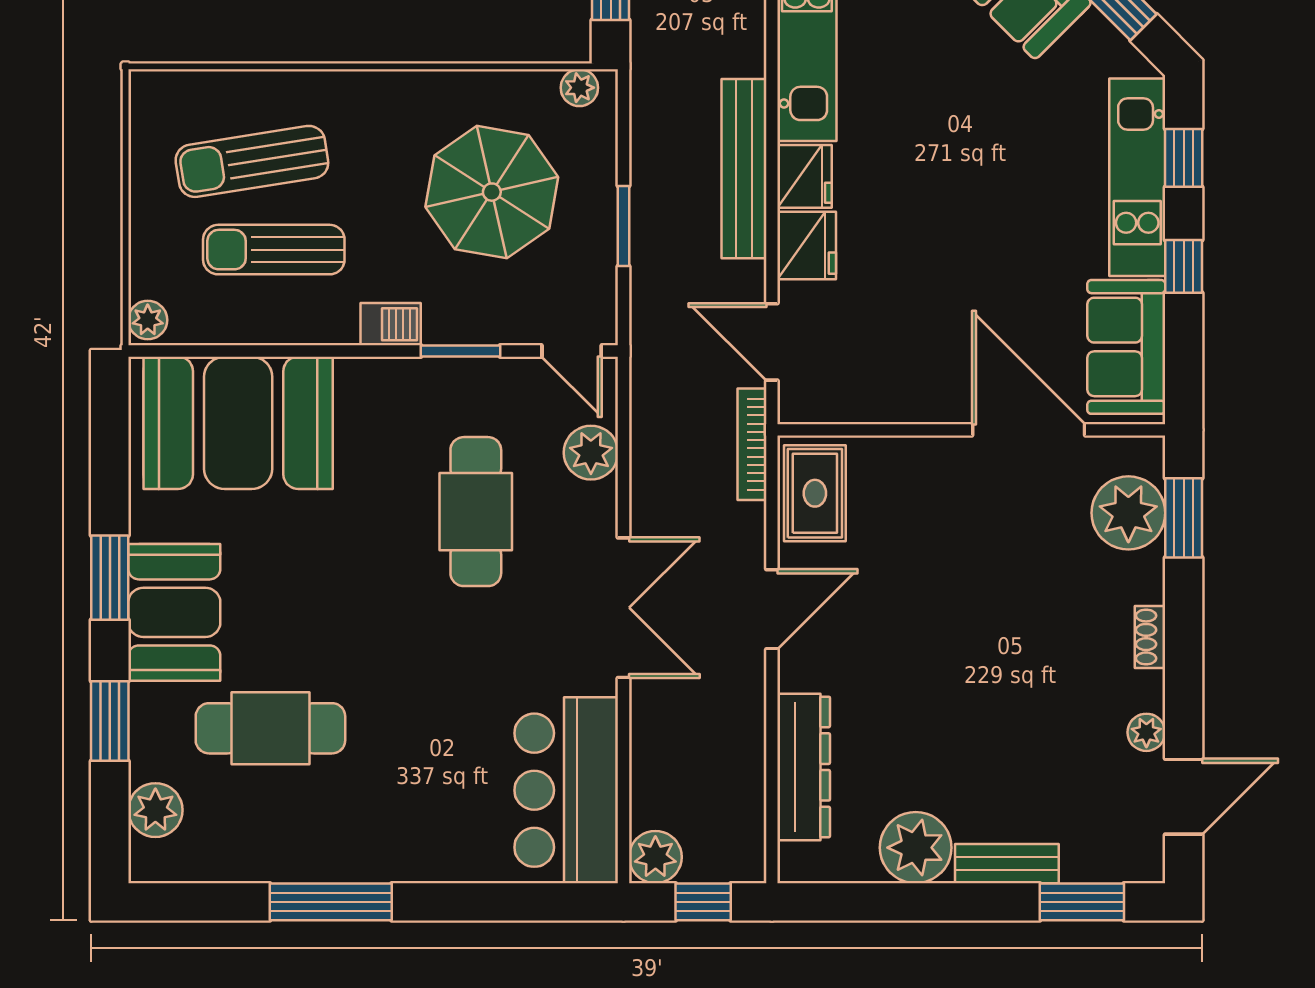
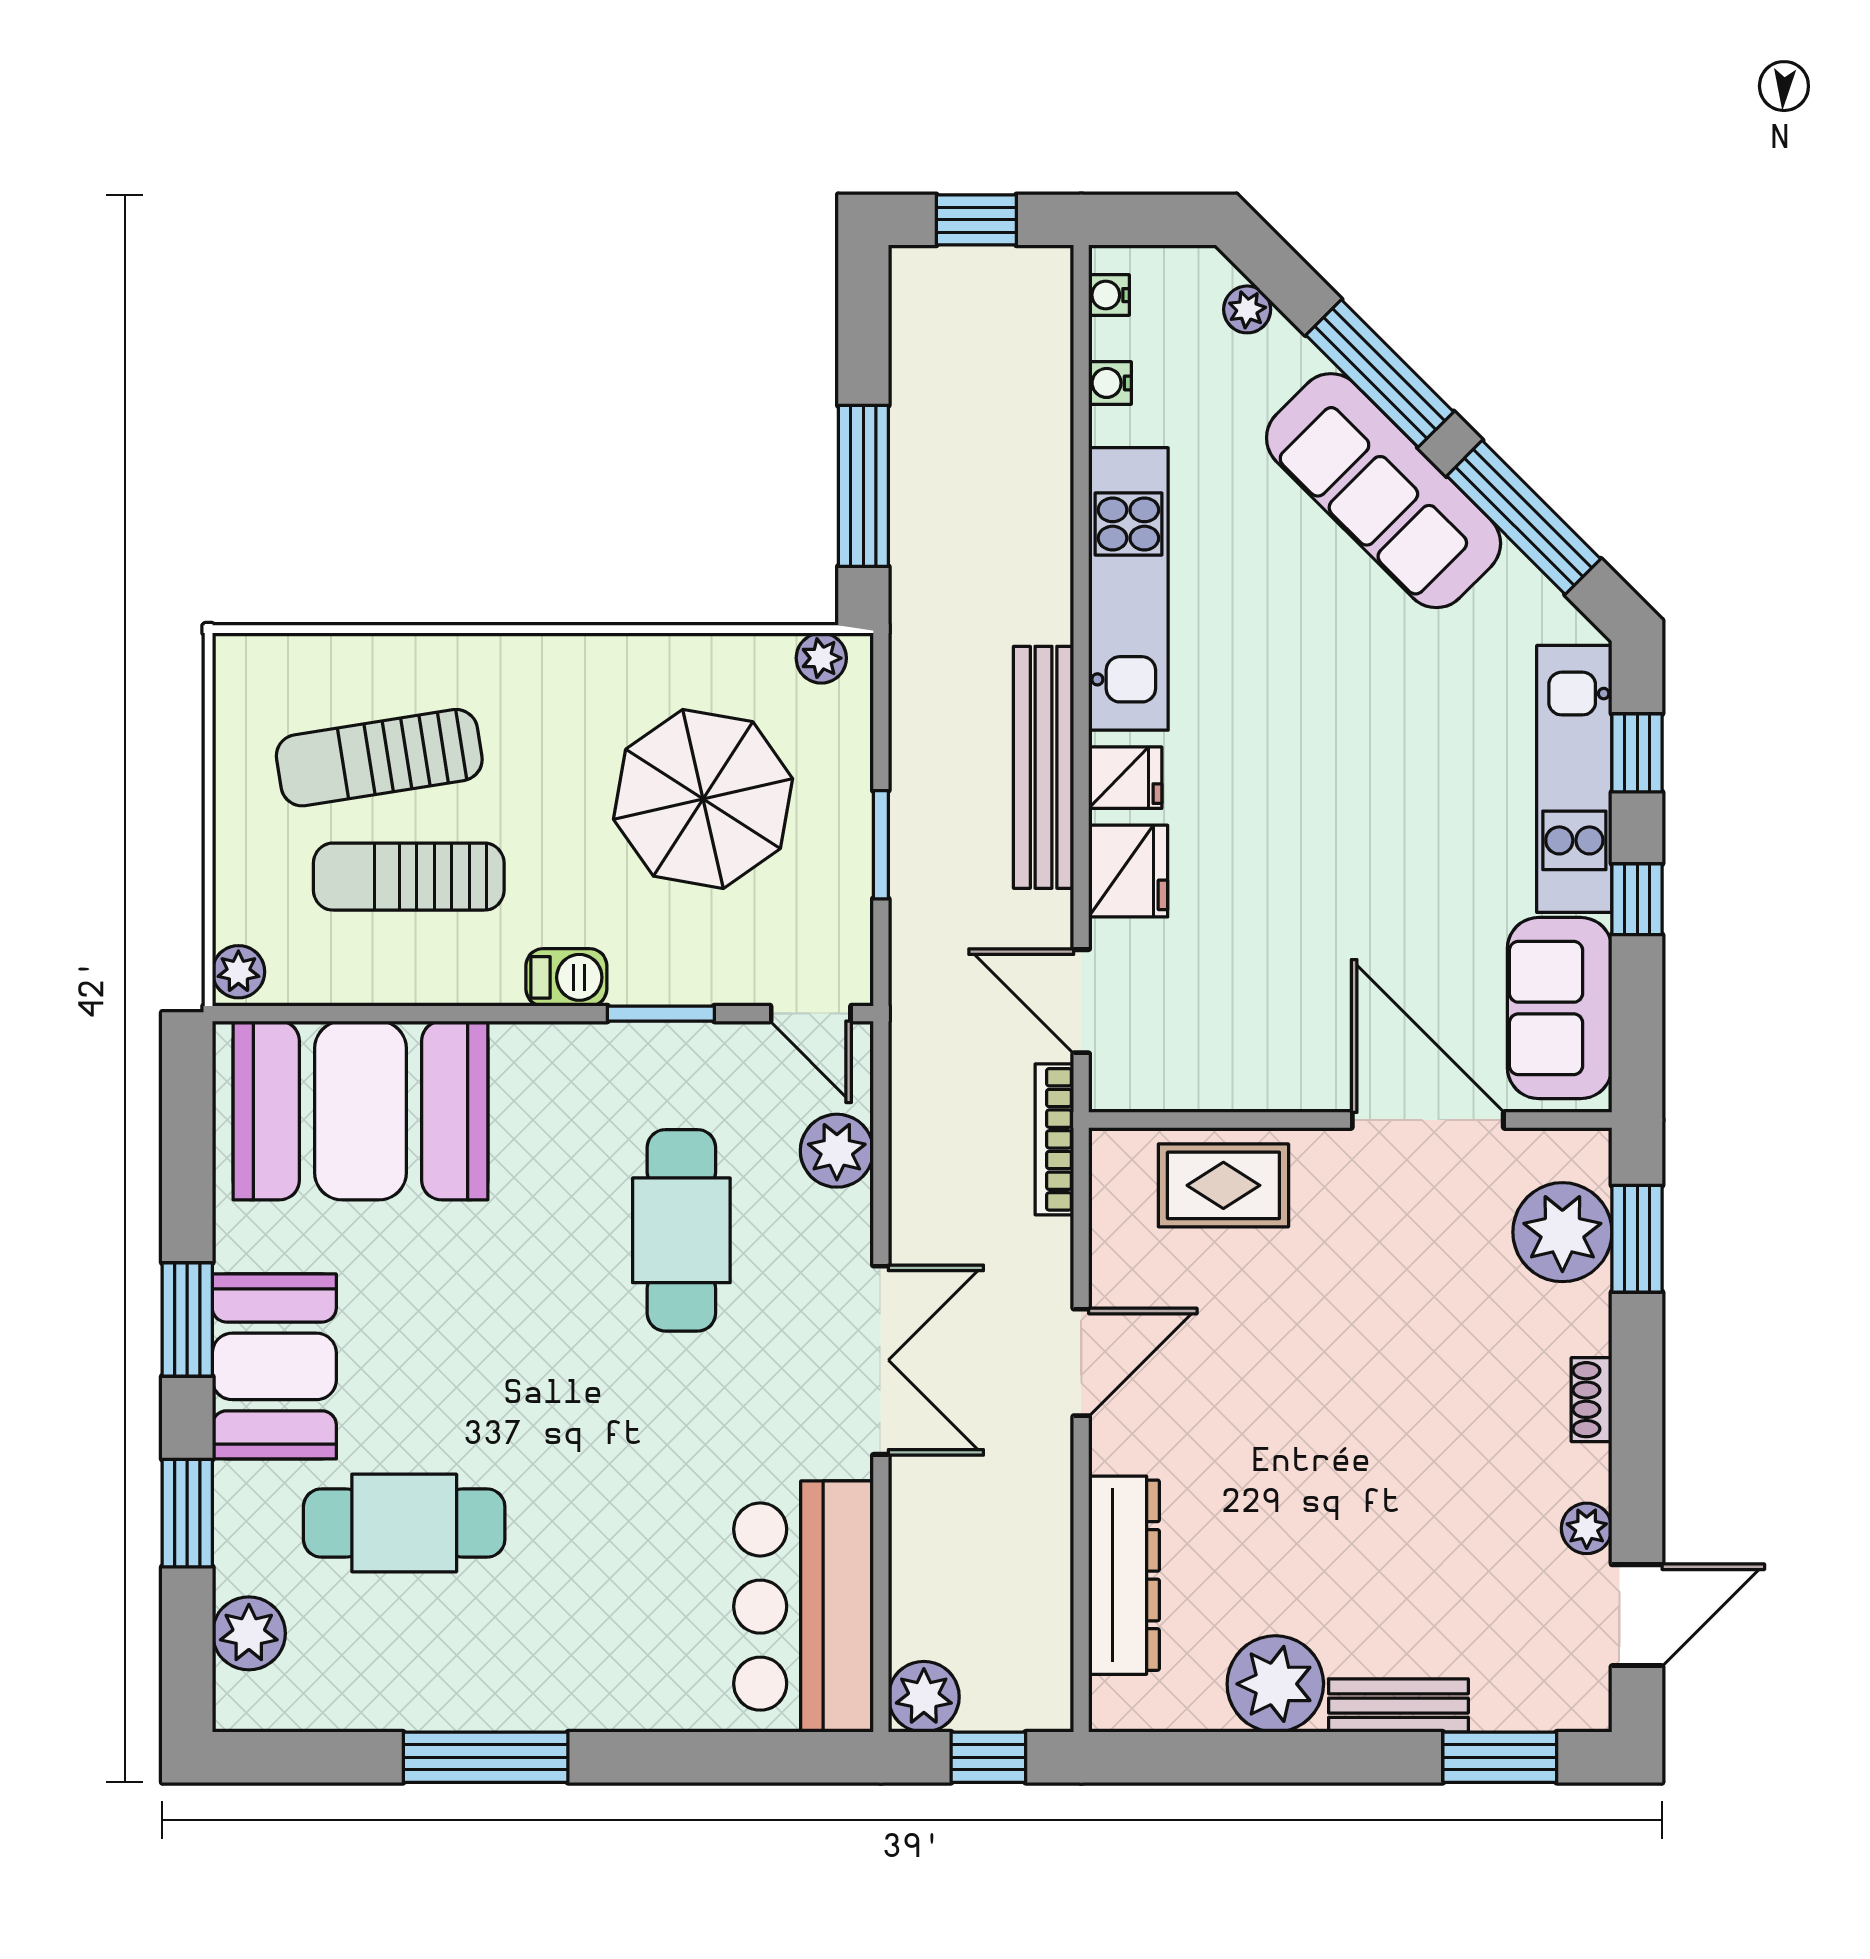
fridge: (805, 176) -> (1125, 778), width x0.72
rug: (815, 493) -> (1223, 1185), moved, turned 90

